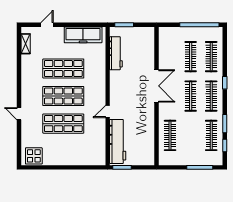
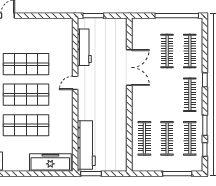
freezer: (83, 35) -> (50, 163), moved, turned 180
double door: (156, 86) -> (129, 67), moved
clothes rail: (191, 96) -> (167, 138), moved
door: (108, 111) -> (75, 83), moved

